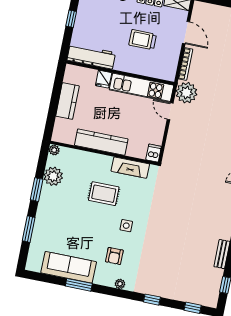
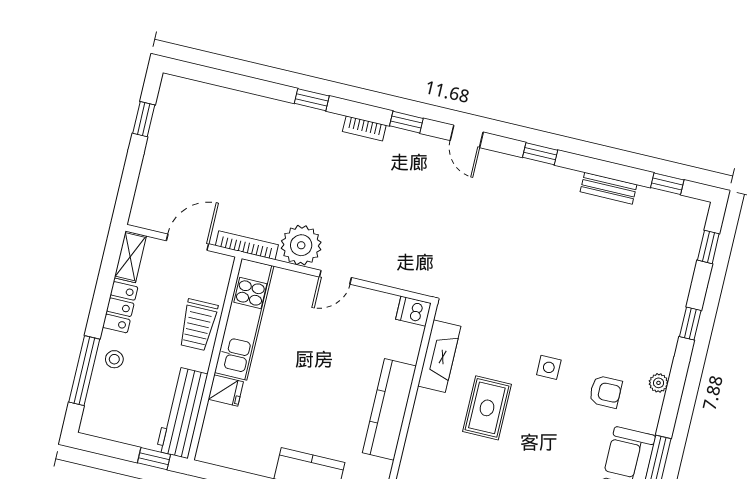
workbench: (91, 56) -> (182, 413), moved
wall: (120, 73) -> (215, 359), moved
fridge: (104, 79) -> (226, 391), moved
kitchen unit: (142, 88) -> (244, 319), moved

